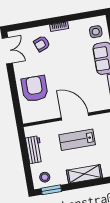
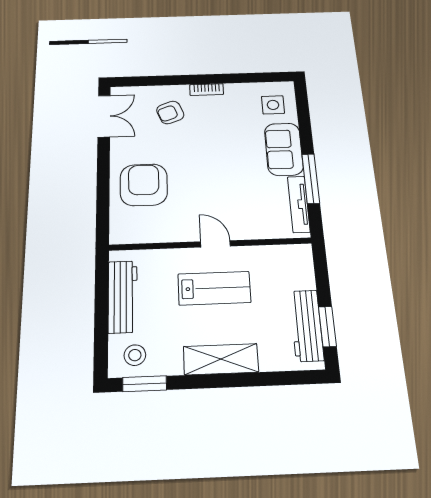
door: (75, 117) -> (215, 244), width x0.53
lab bench: (77, 140) -> (214, 288), turned 180
workbench: (34, 150) -> (123, 297), width x1.38

